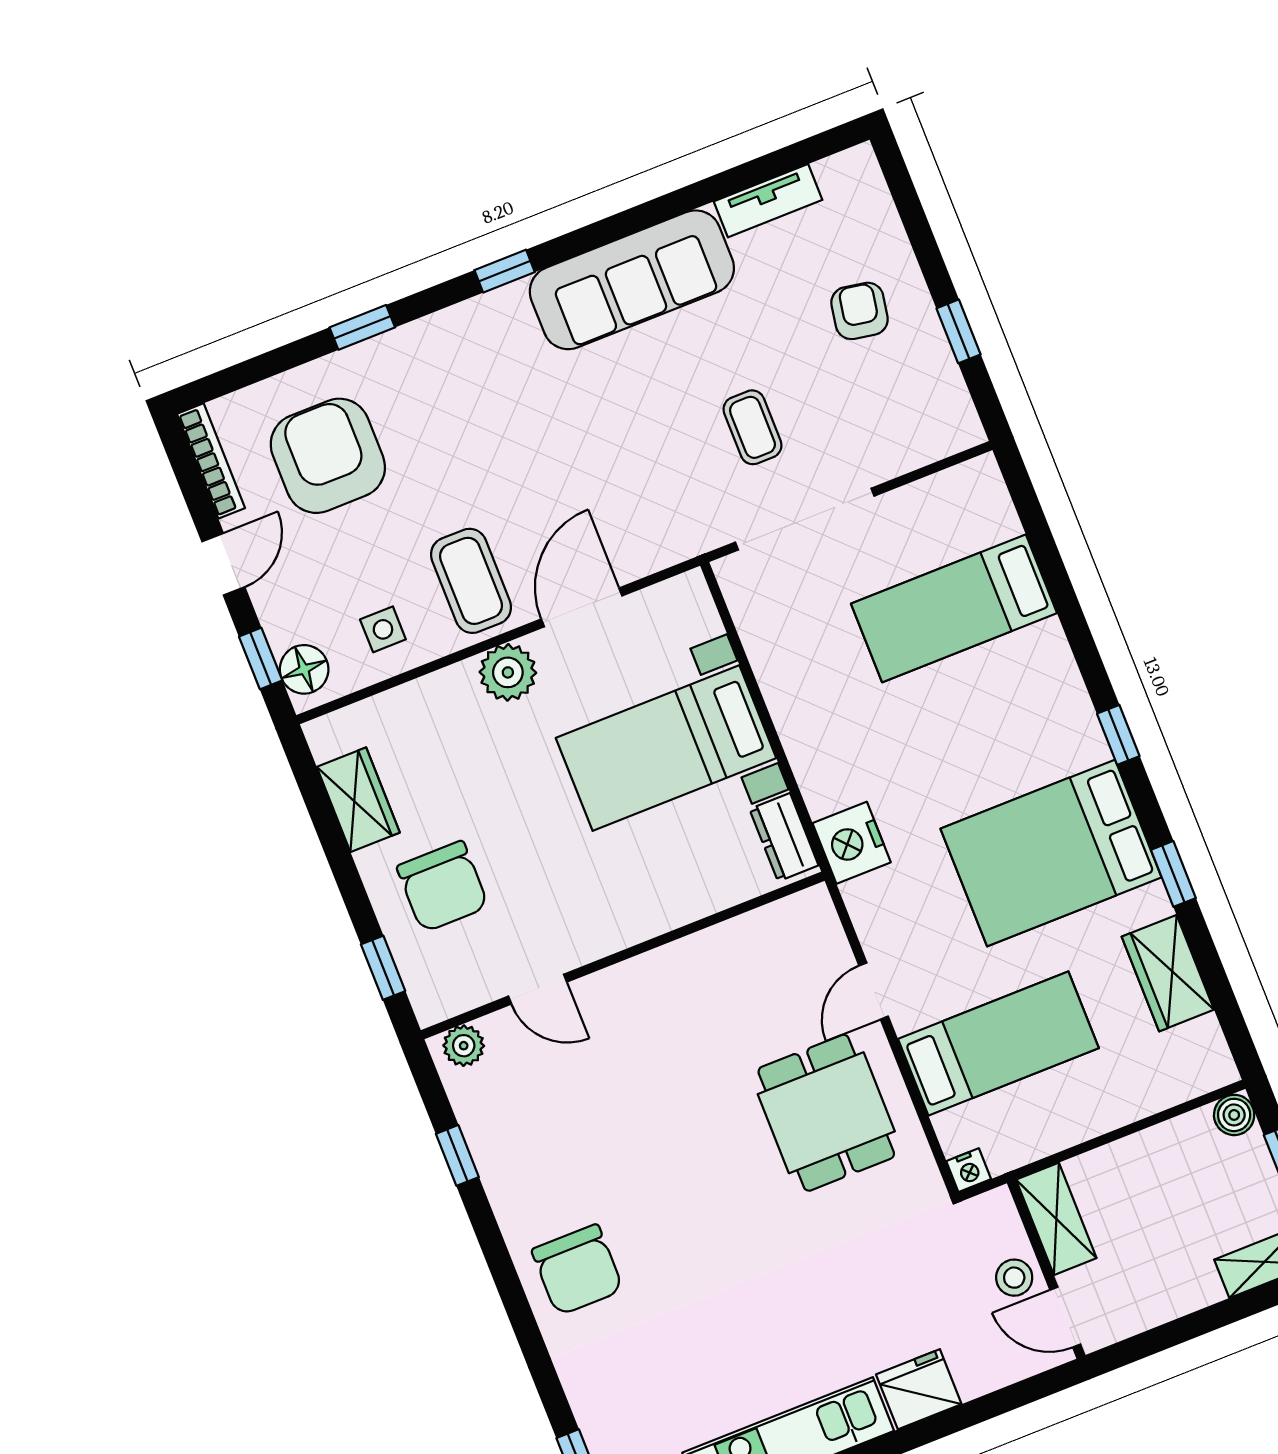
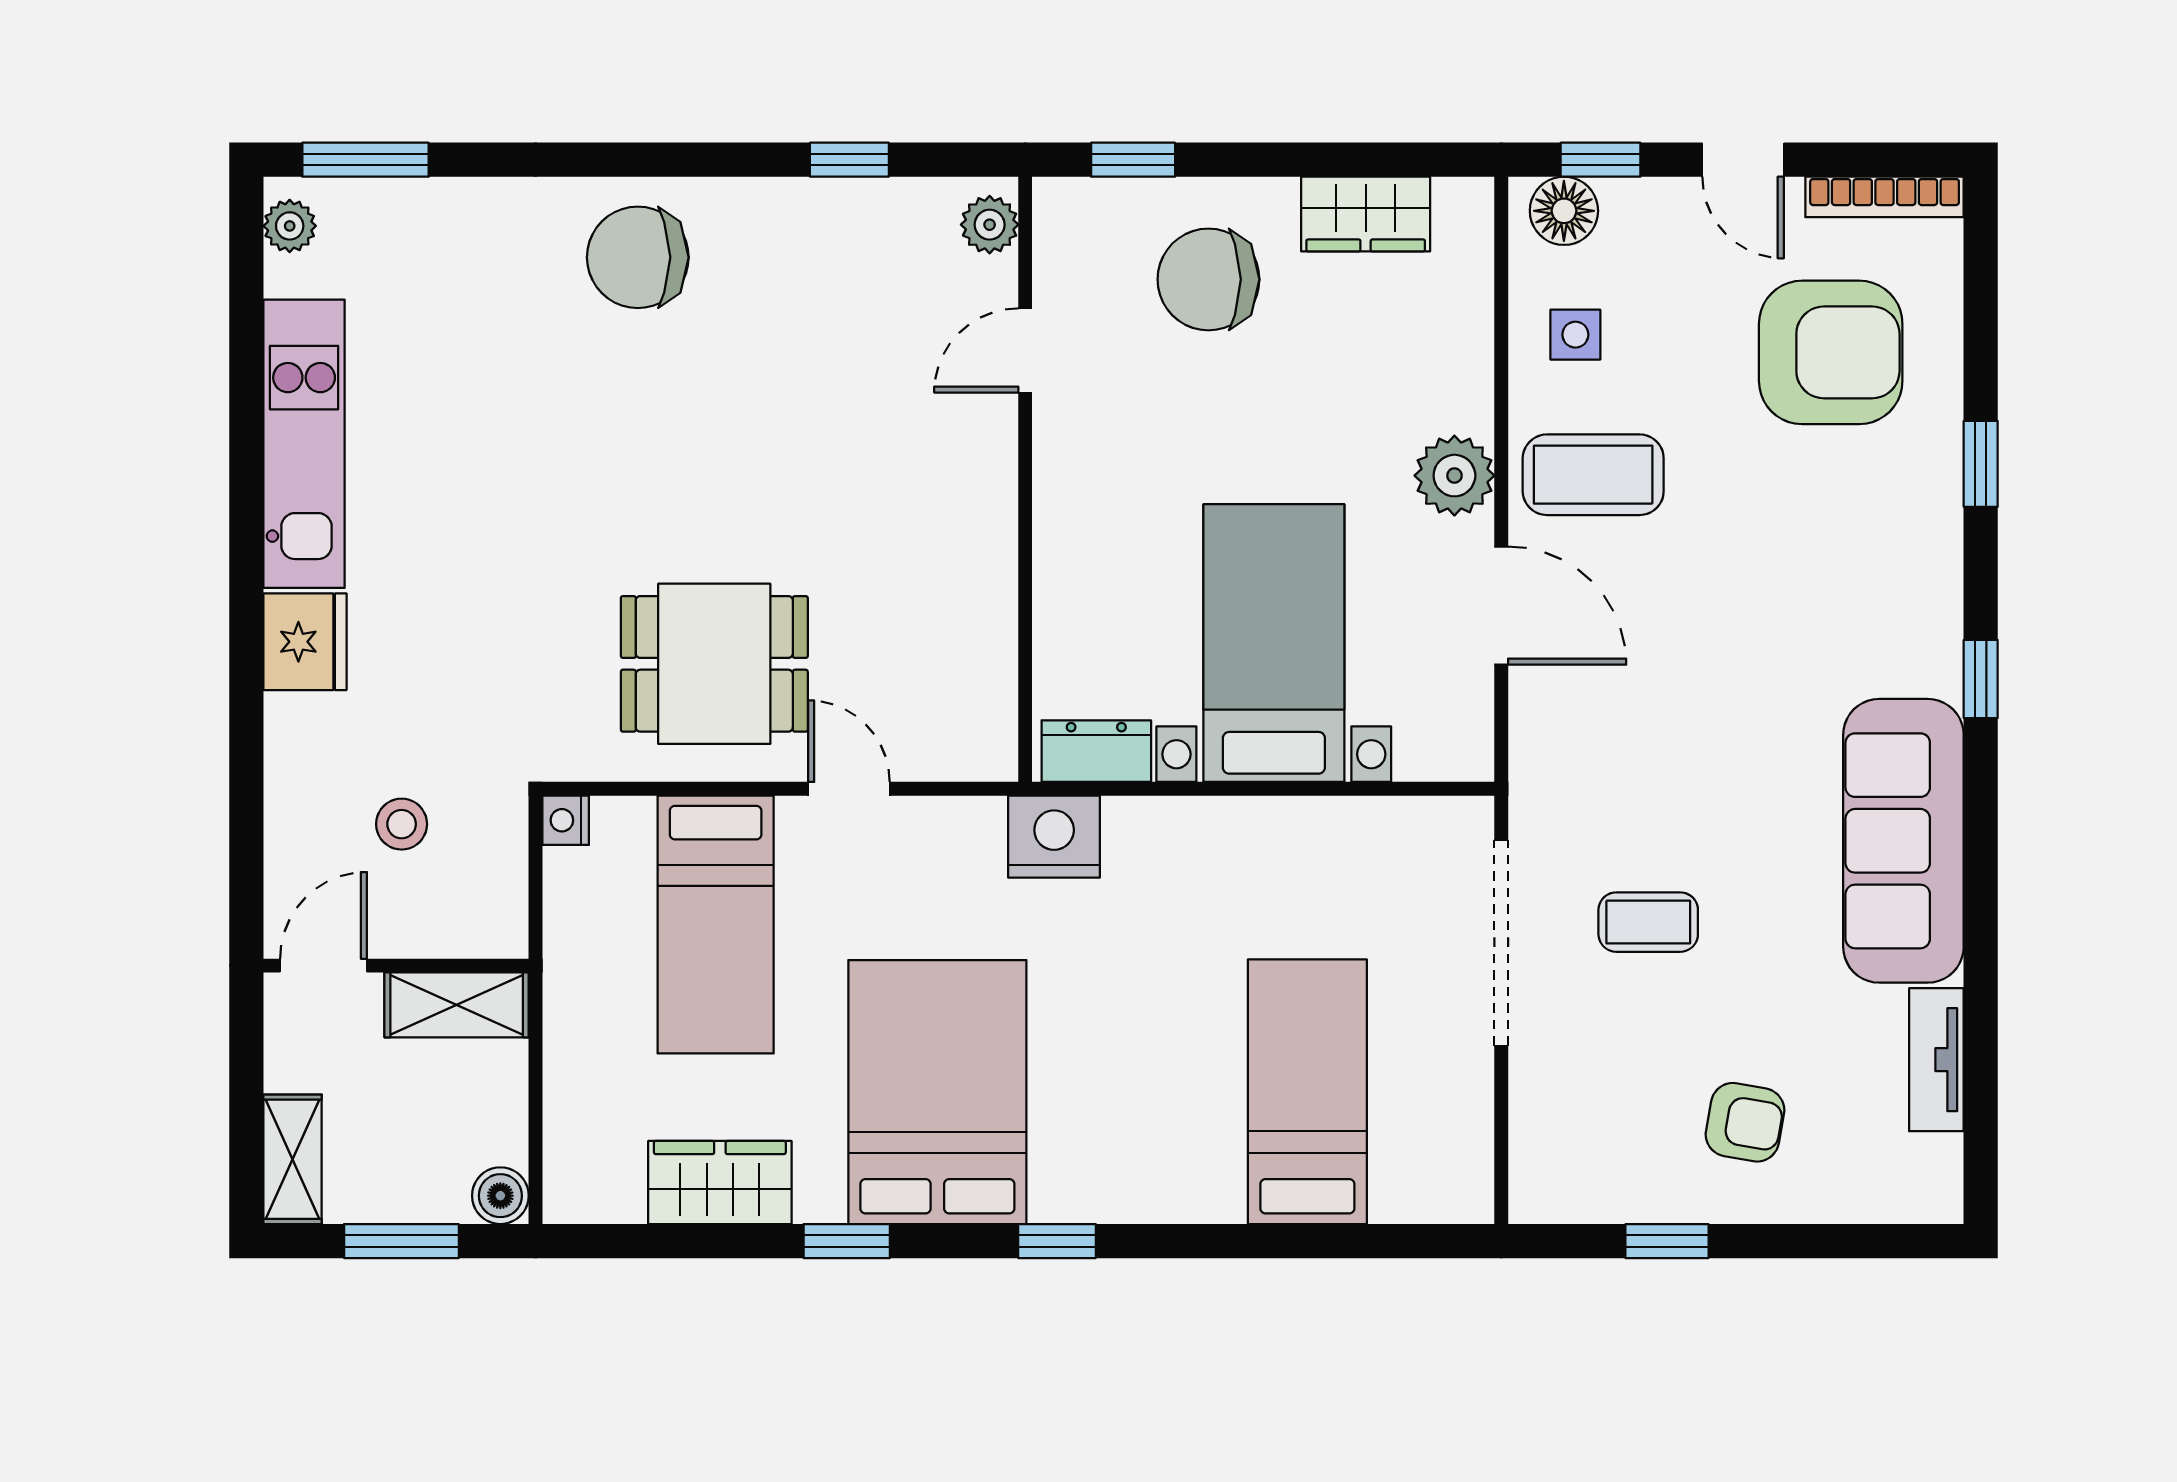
shelving: (1056, 1219) -> (457, 1005), moved
wall: (1046, 1269) -> (396, 966), moved
door: (1065, 1317) -> (324, 966), moved

